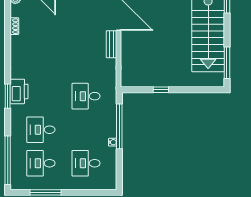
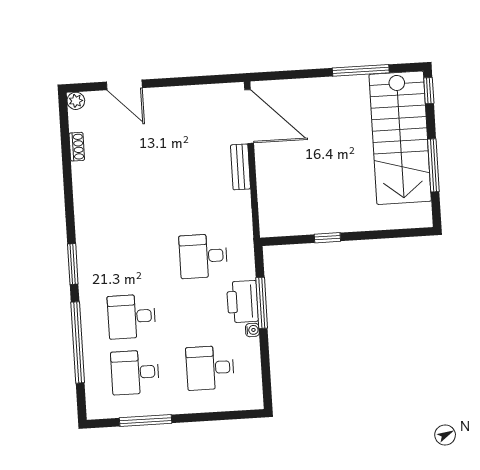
window: (227, 63) -> (433, 165), moved
printer: (19, 91) -> (243, 302), moved, turned 180
window: (119, 126) -> (262, 303), width x0.68
window: (8, 160) -> (78, 342), moved

